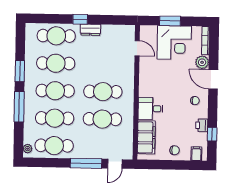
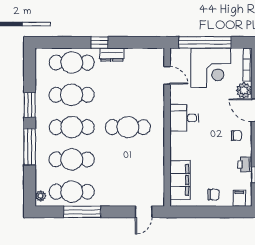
window: (170, 21) -> (205, 42), width x2.11
desk: (150, 109) -> (184, 118), moved
cafe table: (102, 119) -> (128, 159), removed
window: (86, 163) -> (82, 212), moved

